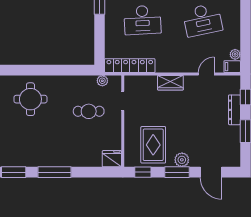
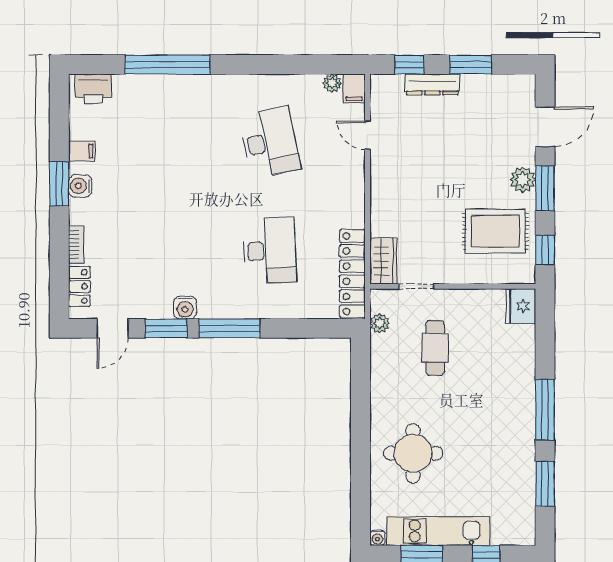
wardrobe: (170, 83) -> (383, 261), moved

